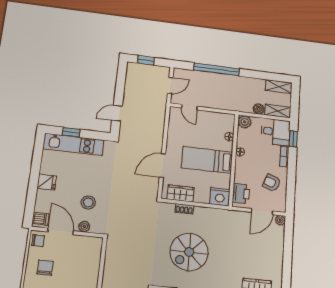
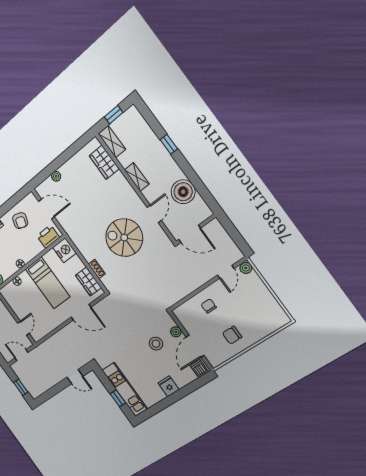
plant: (280, 220) -> (56, 176), moved
chair: (38, 240) -> (209, 306), moved
spiral stairs: (189, 252) -> (124, 238), turned 180

